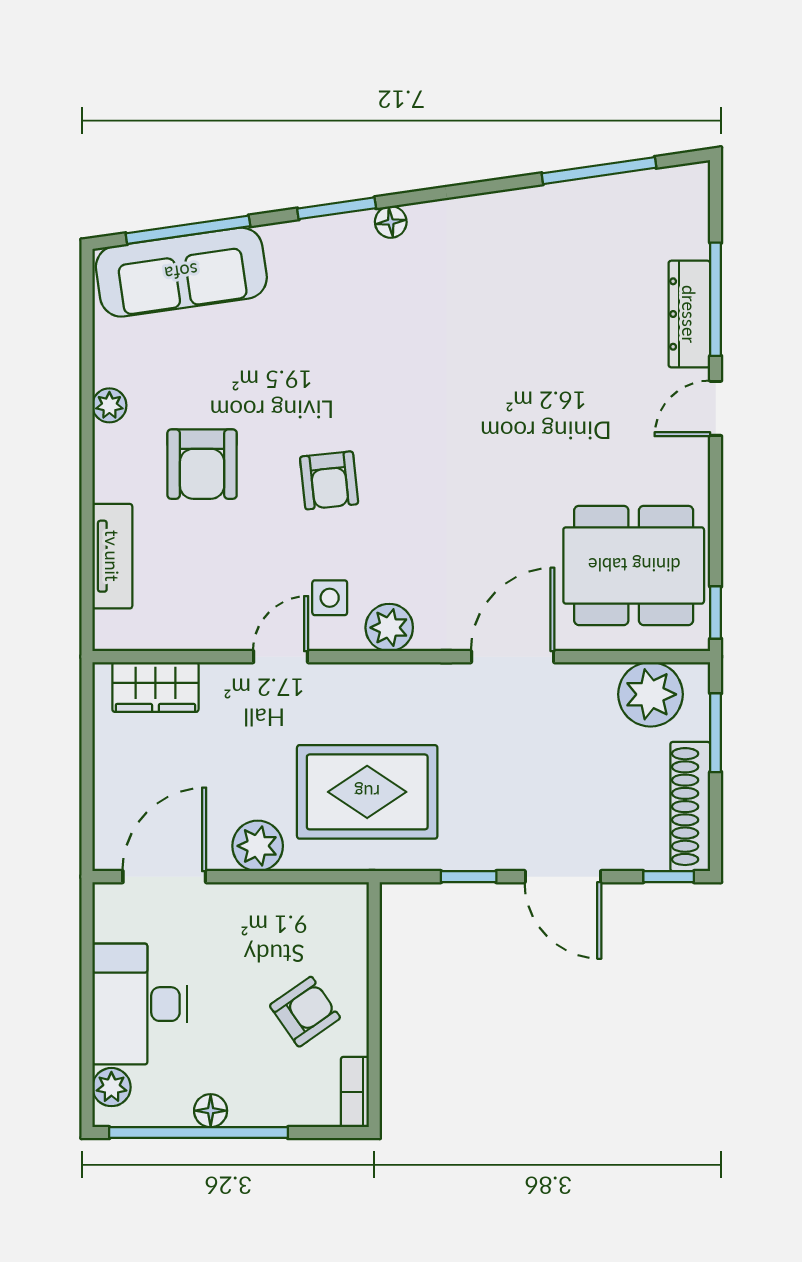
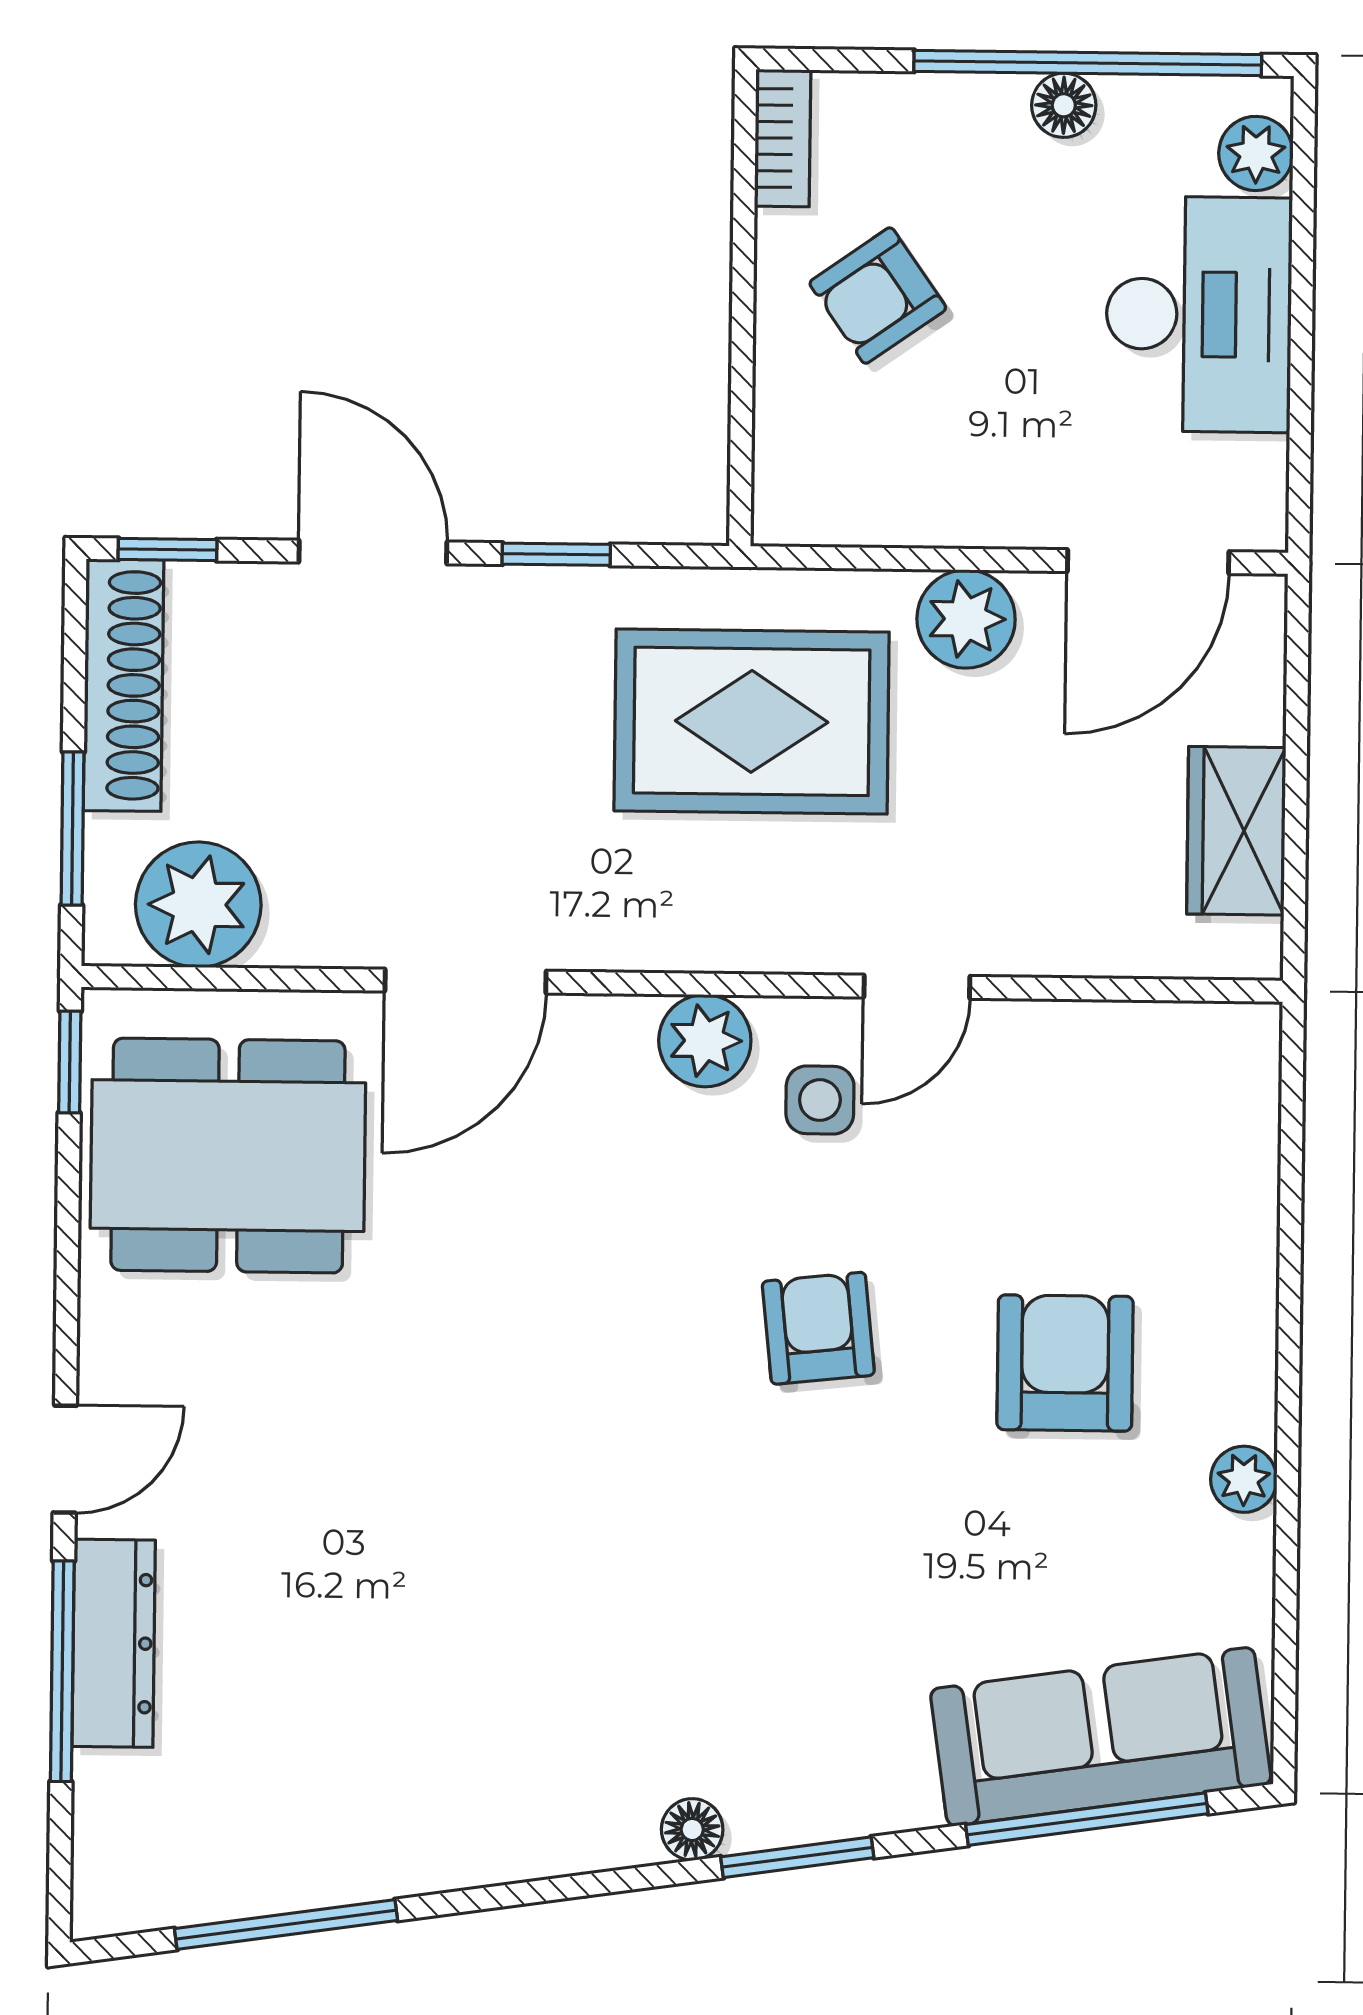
tv unit: (112, 556) -> (1242, 1186), removed
wardrobe: (155, 687) -> (1236, 831), moved, turned -90

